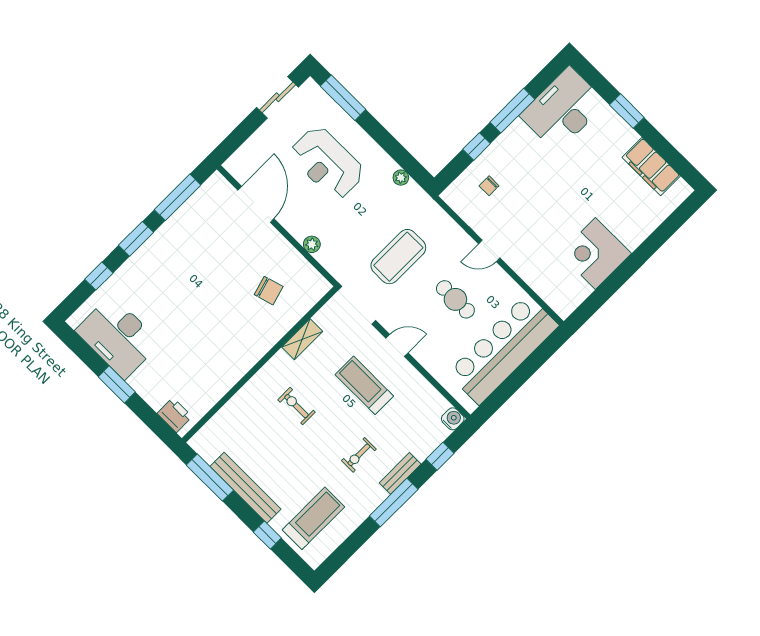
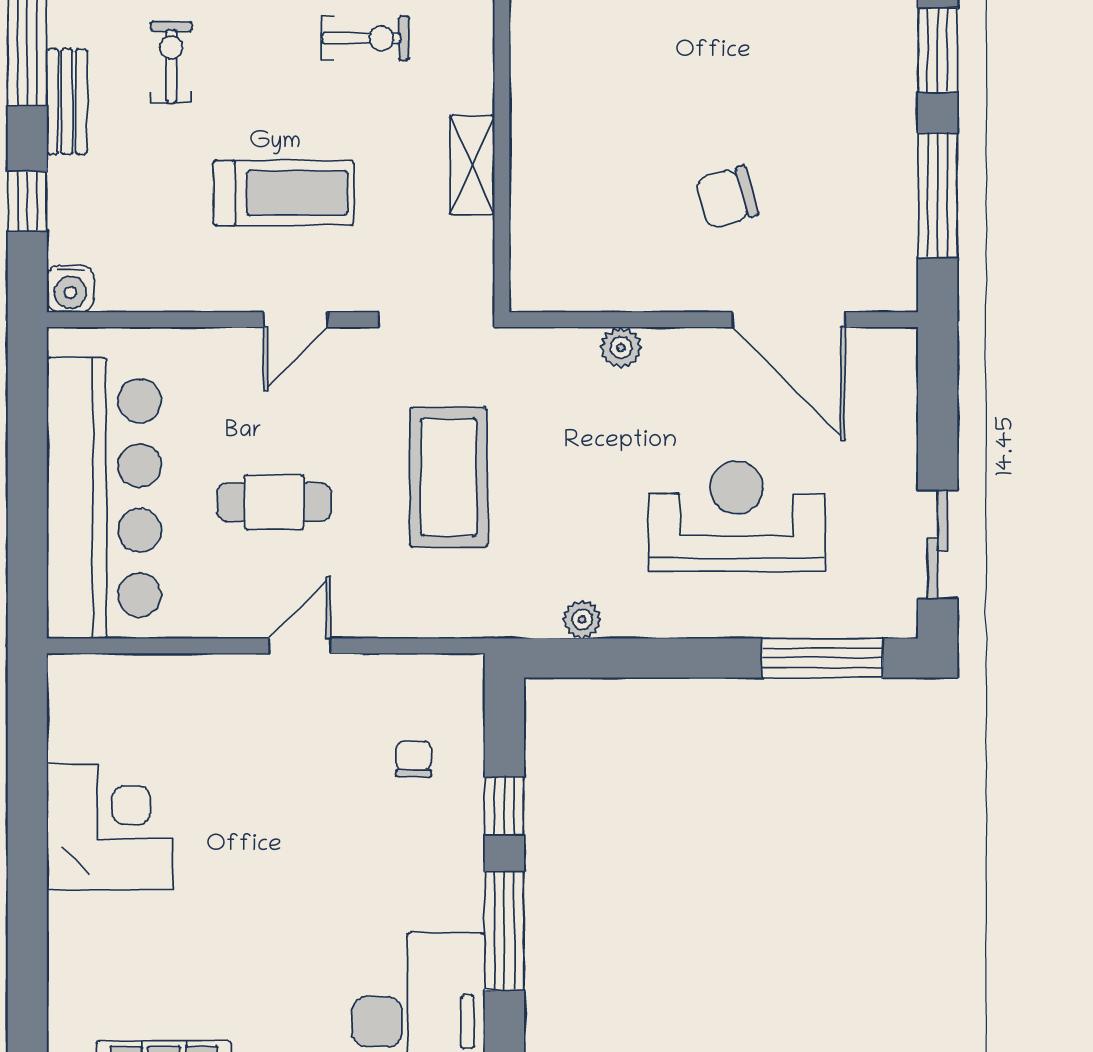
chair: (269, 291) -> (727, 197), moved

